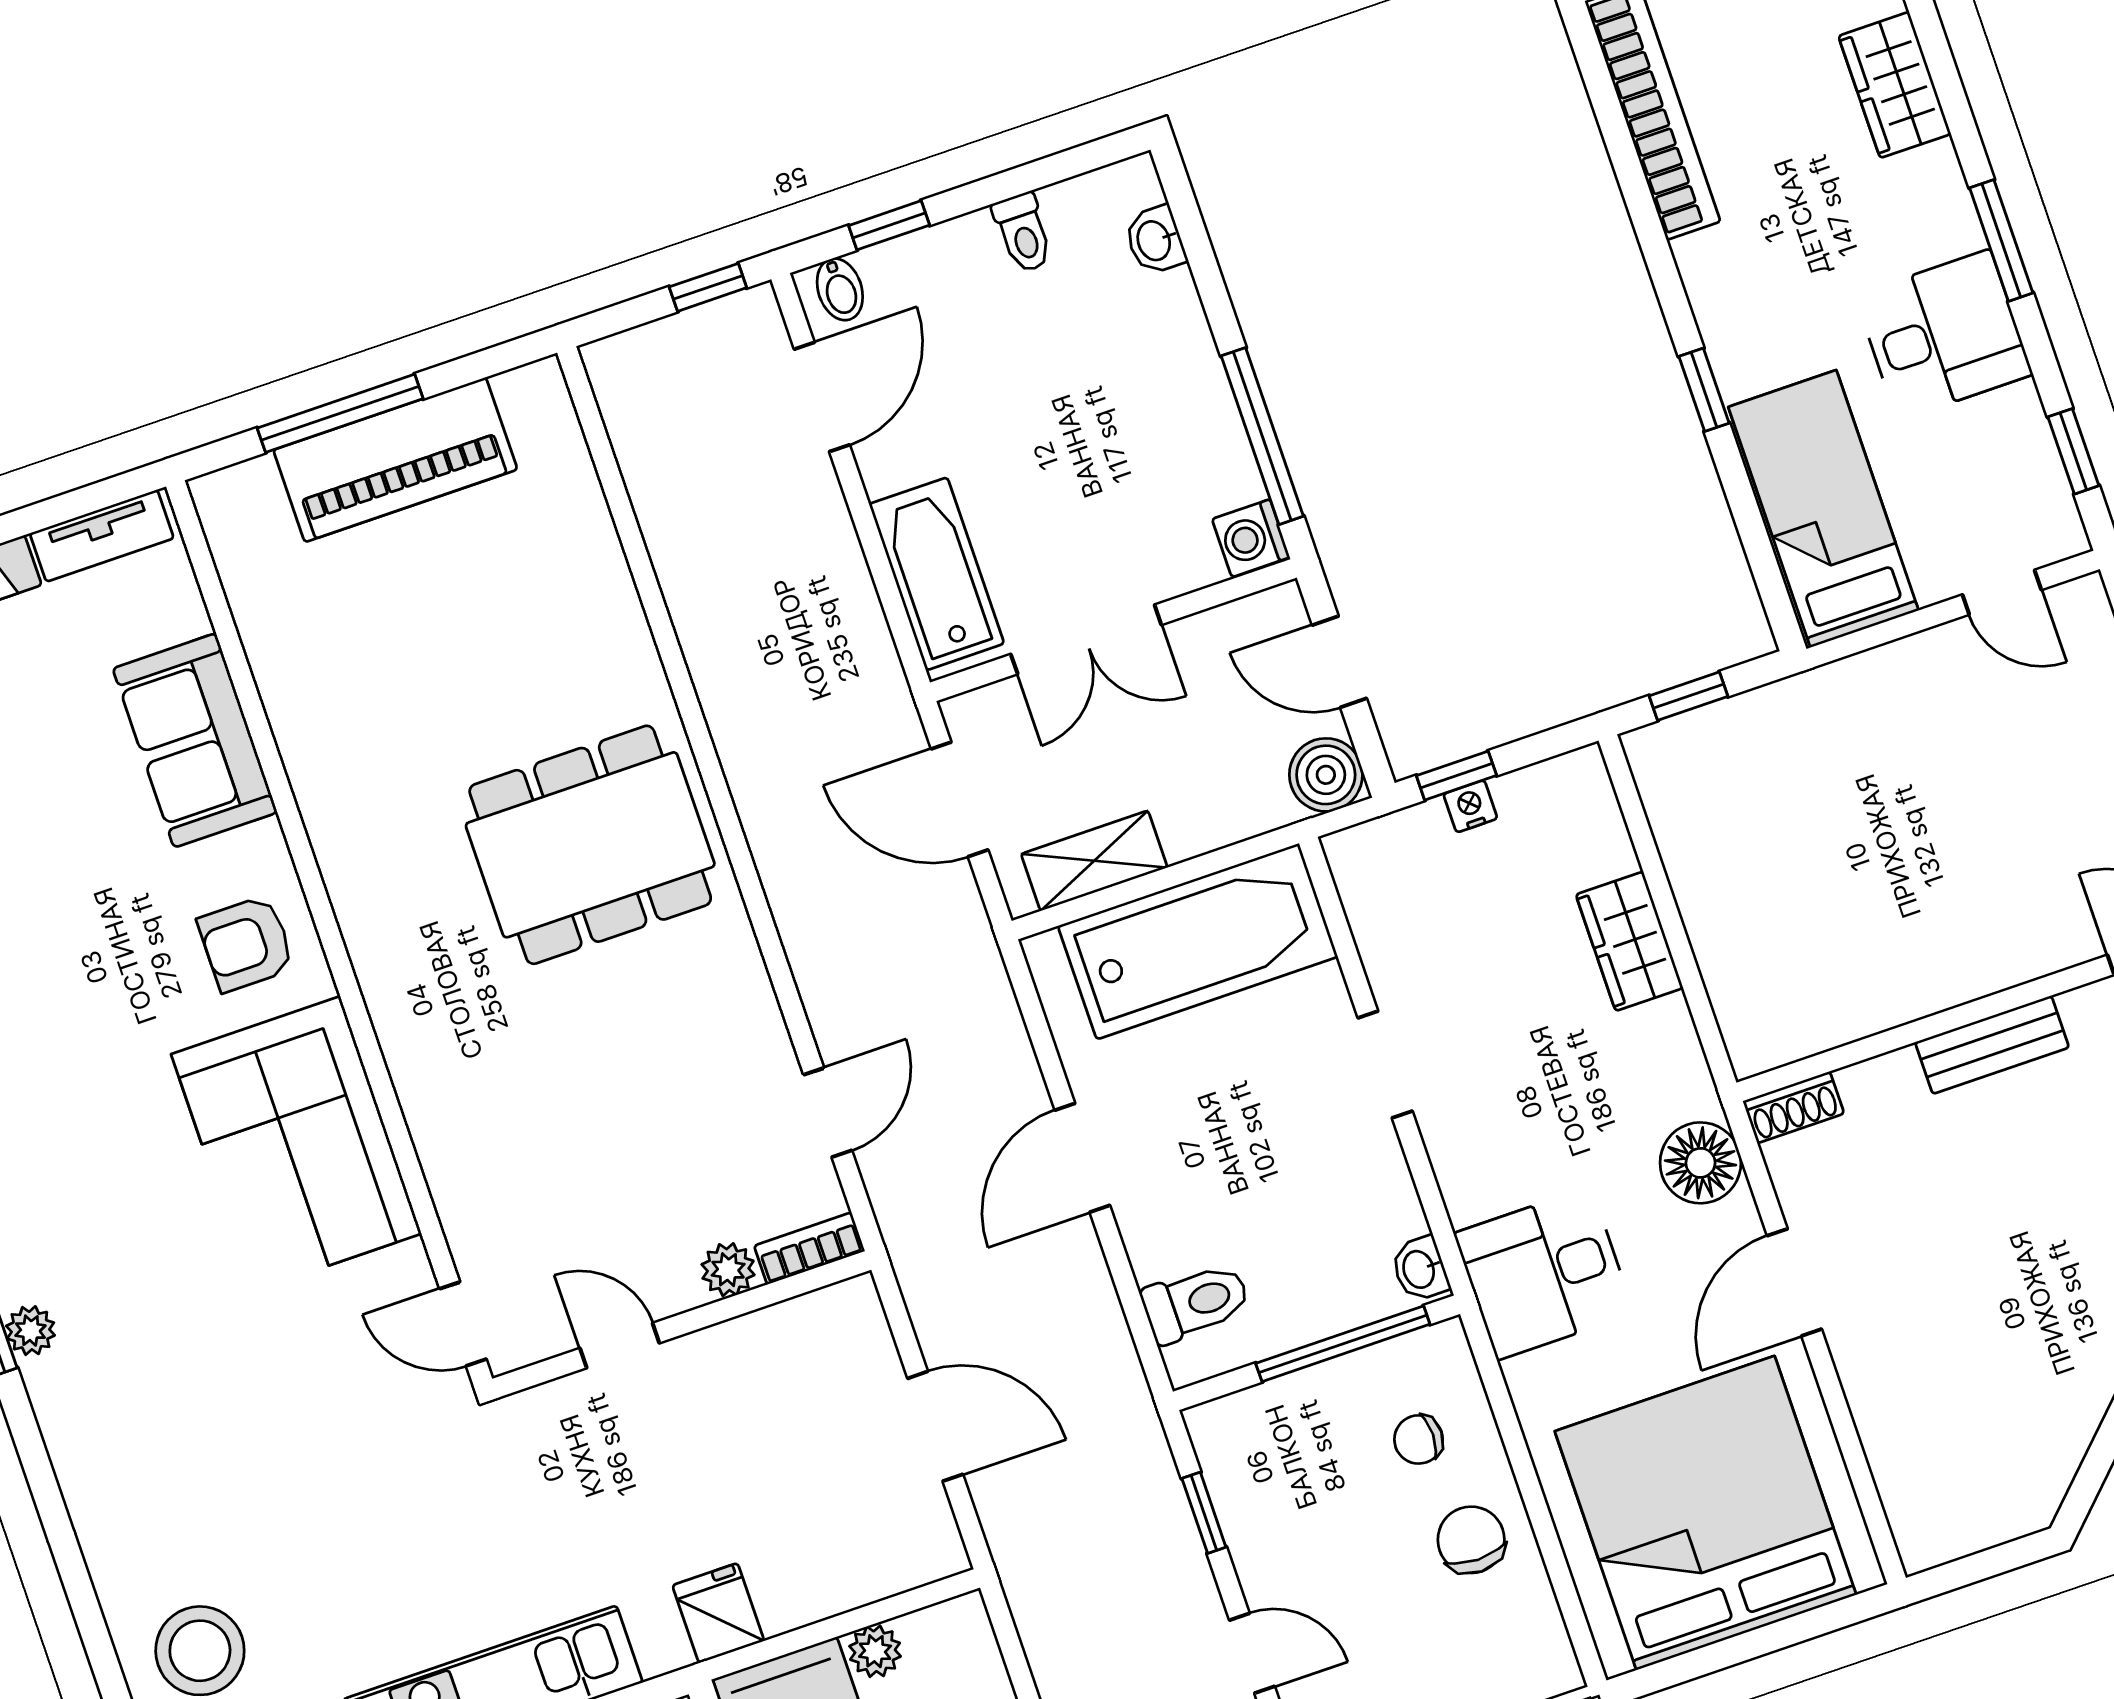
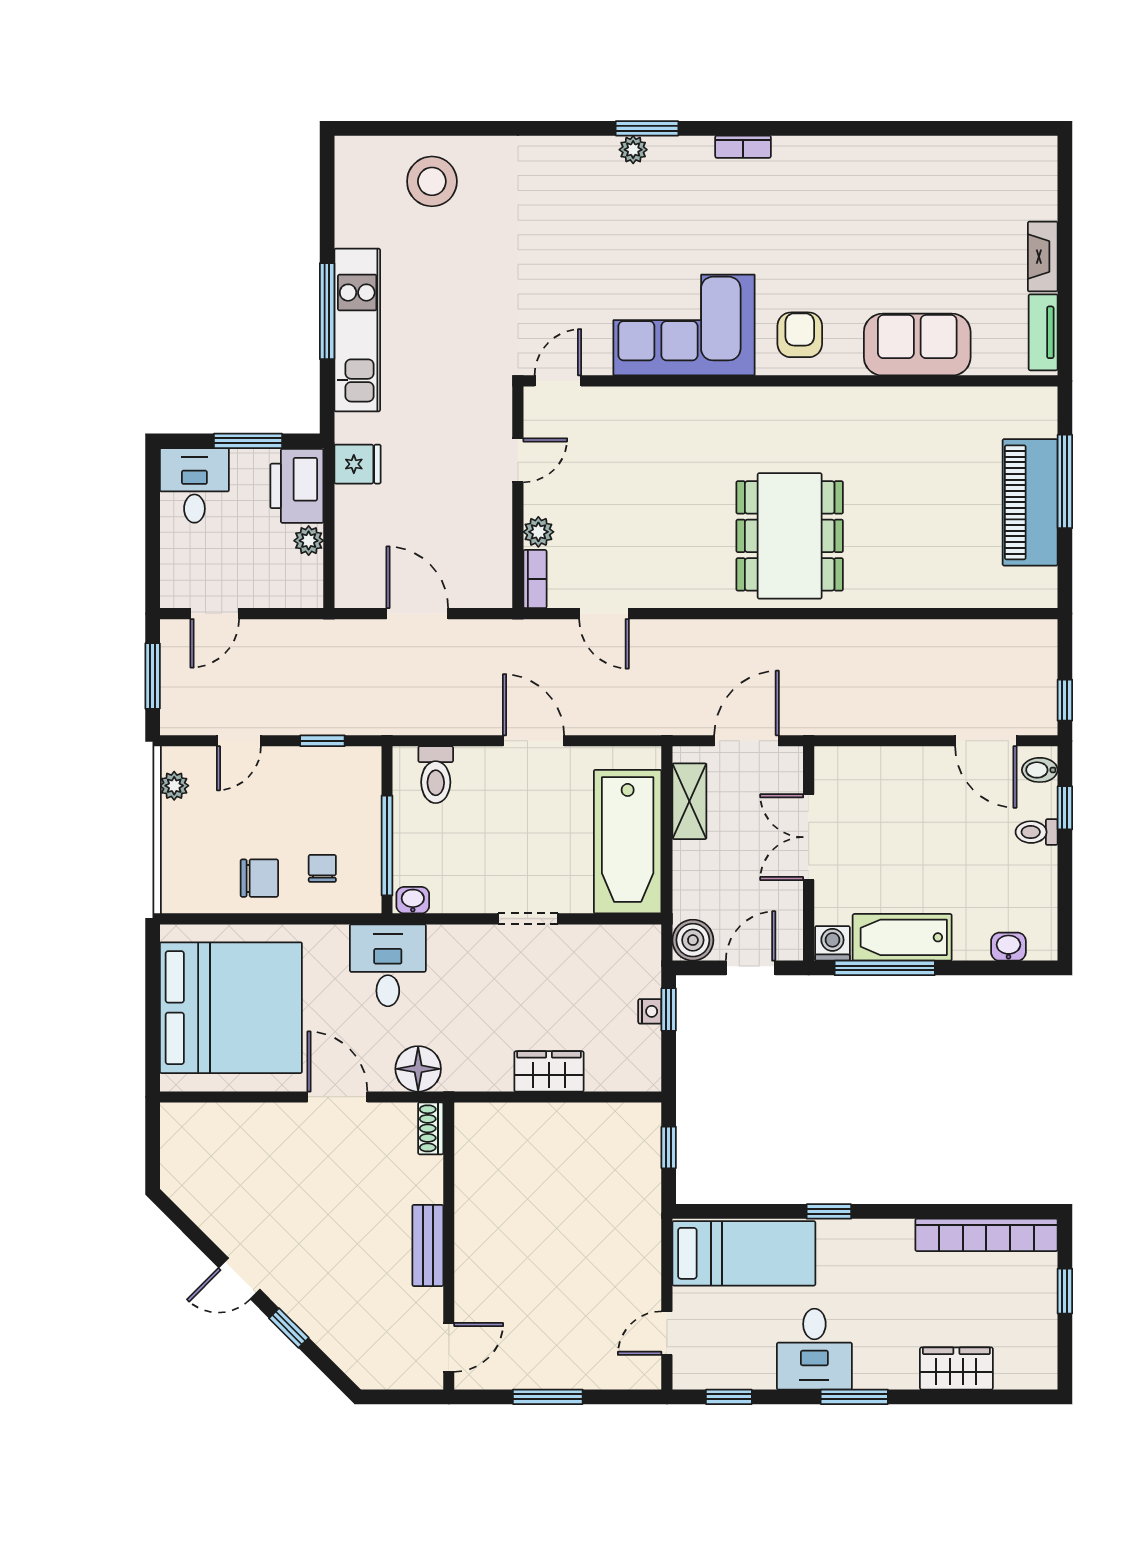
toilet: (1023, 233) -> (1037, 832), moved
bathtub: (937, 574) -> (902, 937), moved, turned 180
door: (935, 1426) -> (417, 614), swing flipped

